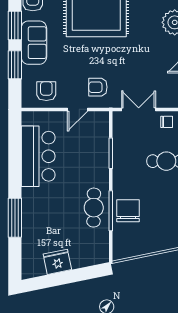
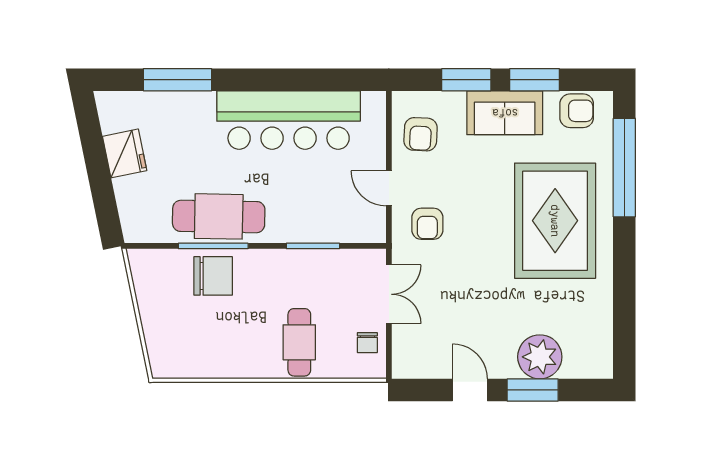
armchair: (98, 87) -> (427, 224), turned 180
armchair: (46, 91) -> (421, 134), turned 93
bar counter: (38, 156) -> (289, 120), width x1.36
cafe table: (94, 208) -> (219, 216), width x1.37, depth x1.35
window: (15, 218) -> (178, 80), moved

